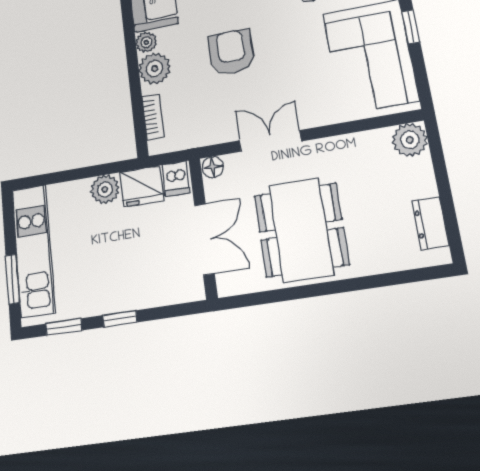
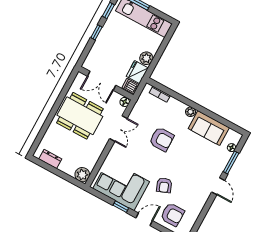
plant: (155, 68) -> (178, 108), removed

